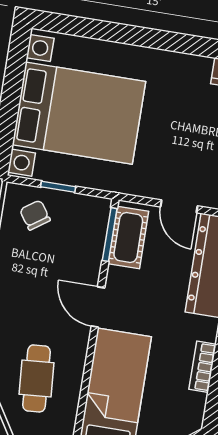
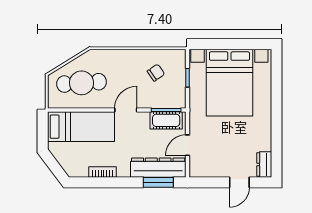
chair: (35, 215) -> (156, 73), moved
cafe table: (37, 378) -> (81, 83), width x1.37, depth x1.35

